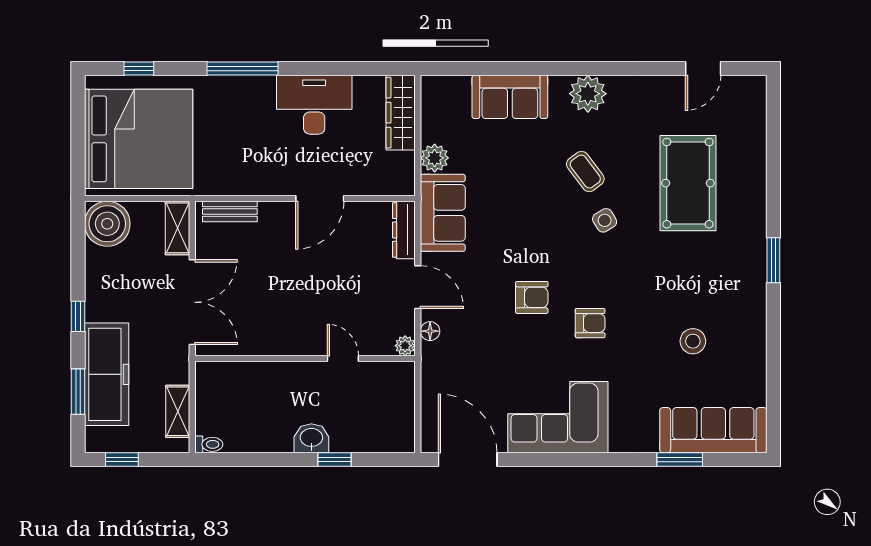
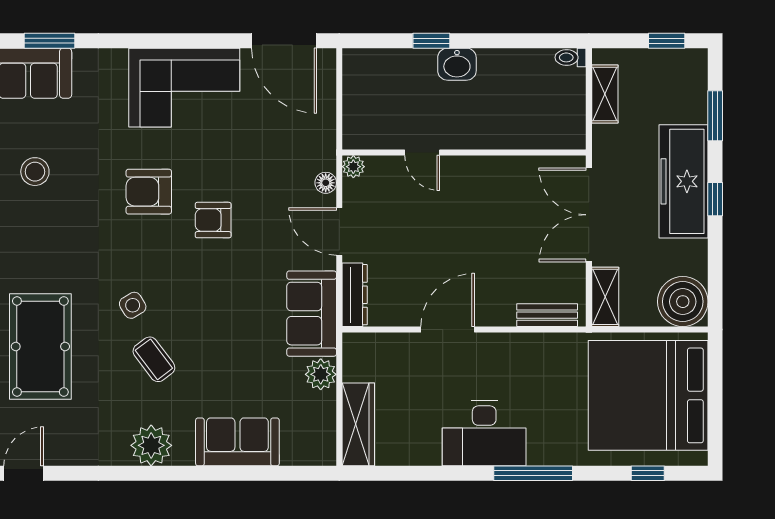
desk: (314, 105) -> (484, 433), moved
armchair: (590, 323) -> (149, 192), width x1.38, depth x1.38
freezer: (107, 374) -> (683, 181), moved

